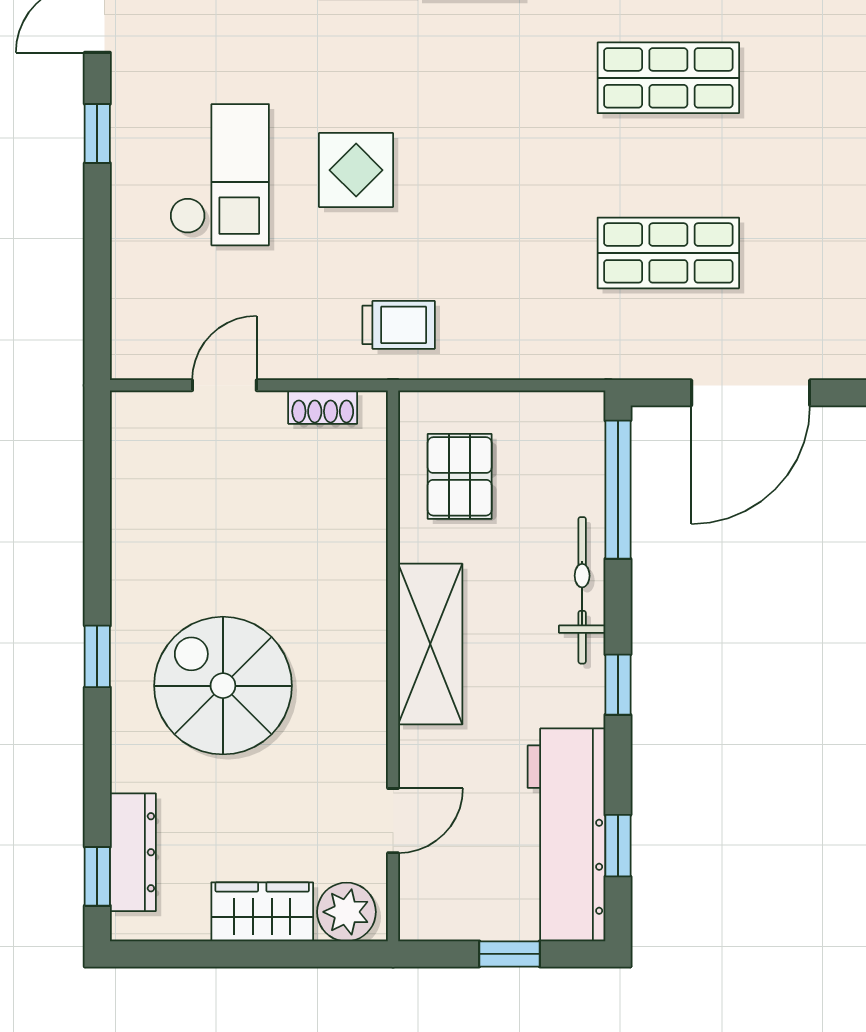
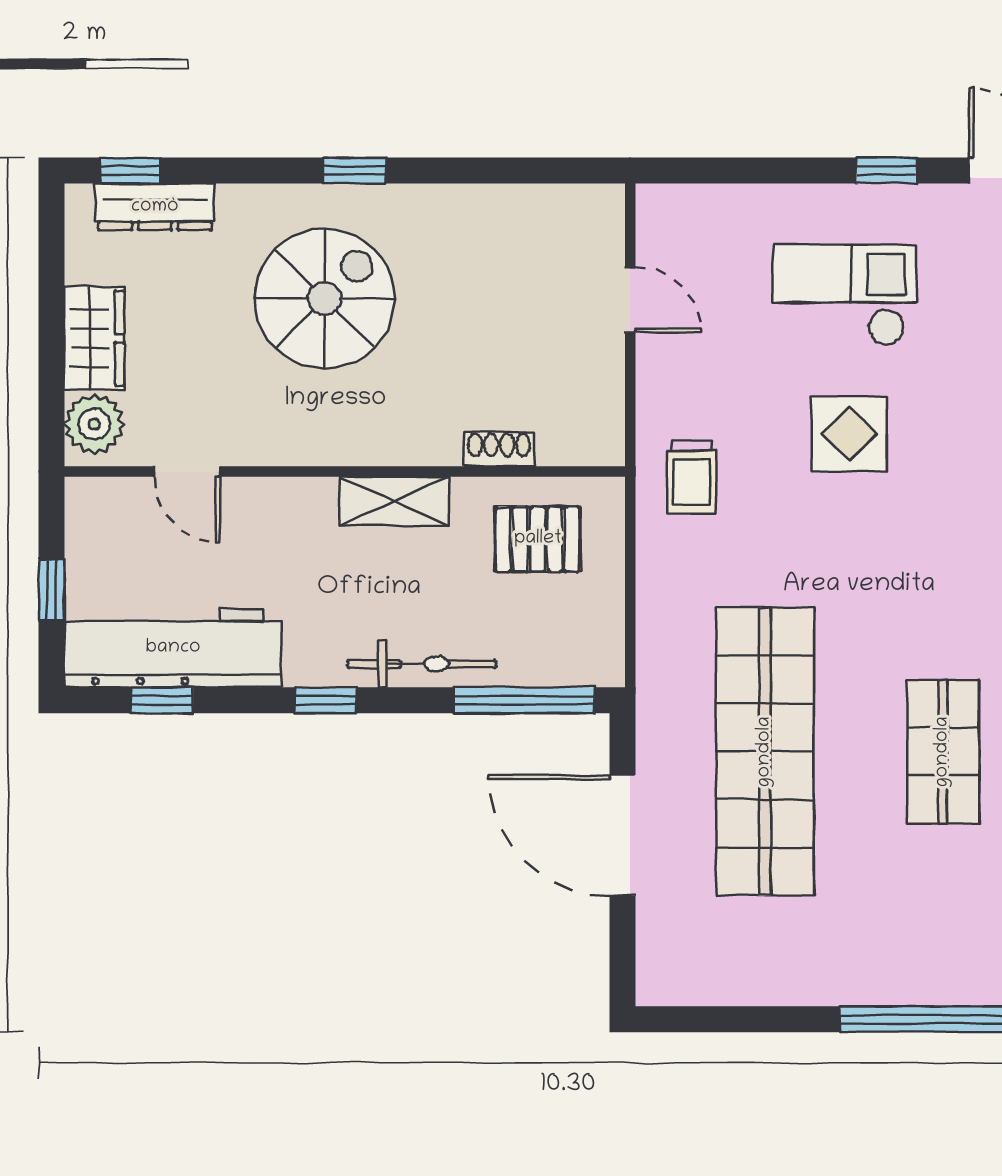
checkout: (219, 175) -> (844, 295), turned 180
shop shelf: (668, 253) -> (765, 752), width x2.00, depth x1.36
shoe rack: (323, 407) -> (499, 449), moved, turned 90
shelving: (430, 644) -> (394, 501), width x0.67, depth x0.75

